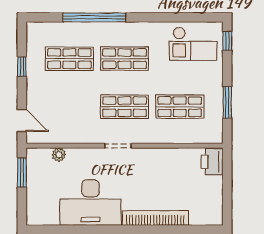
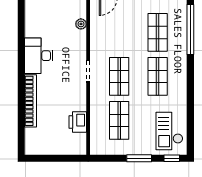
window: (94, 17) -> (190, 30), moved
window: (227, 102) -> (139, 158), moved
printer: (212, 162) -> (78, 122), moved, turned -90
desk: (91, 203) -> (39, 56), width x0.73, depth x0.77

